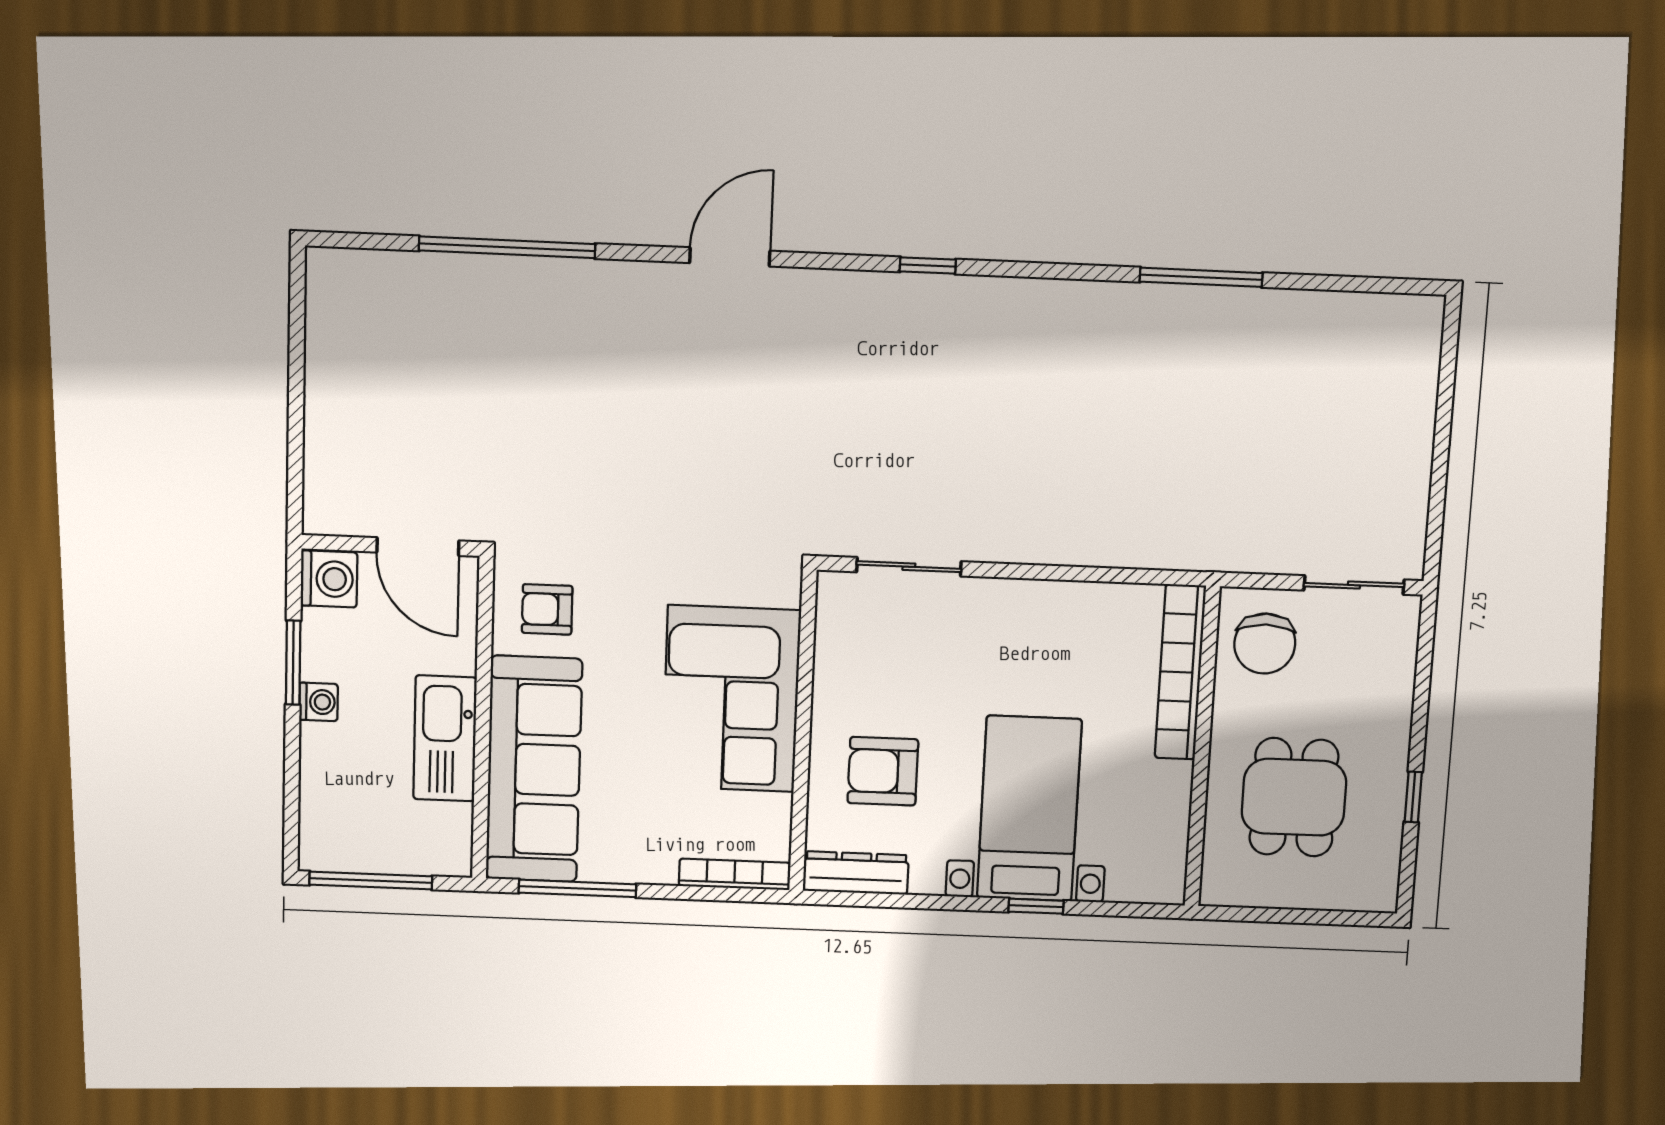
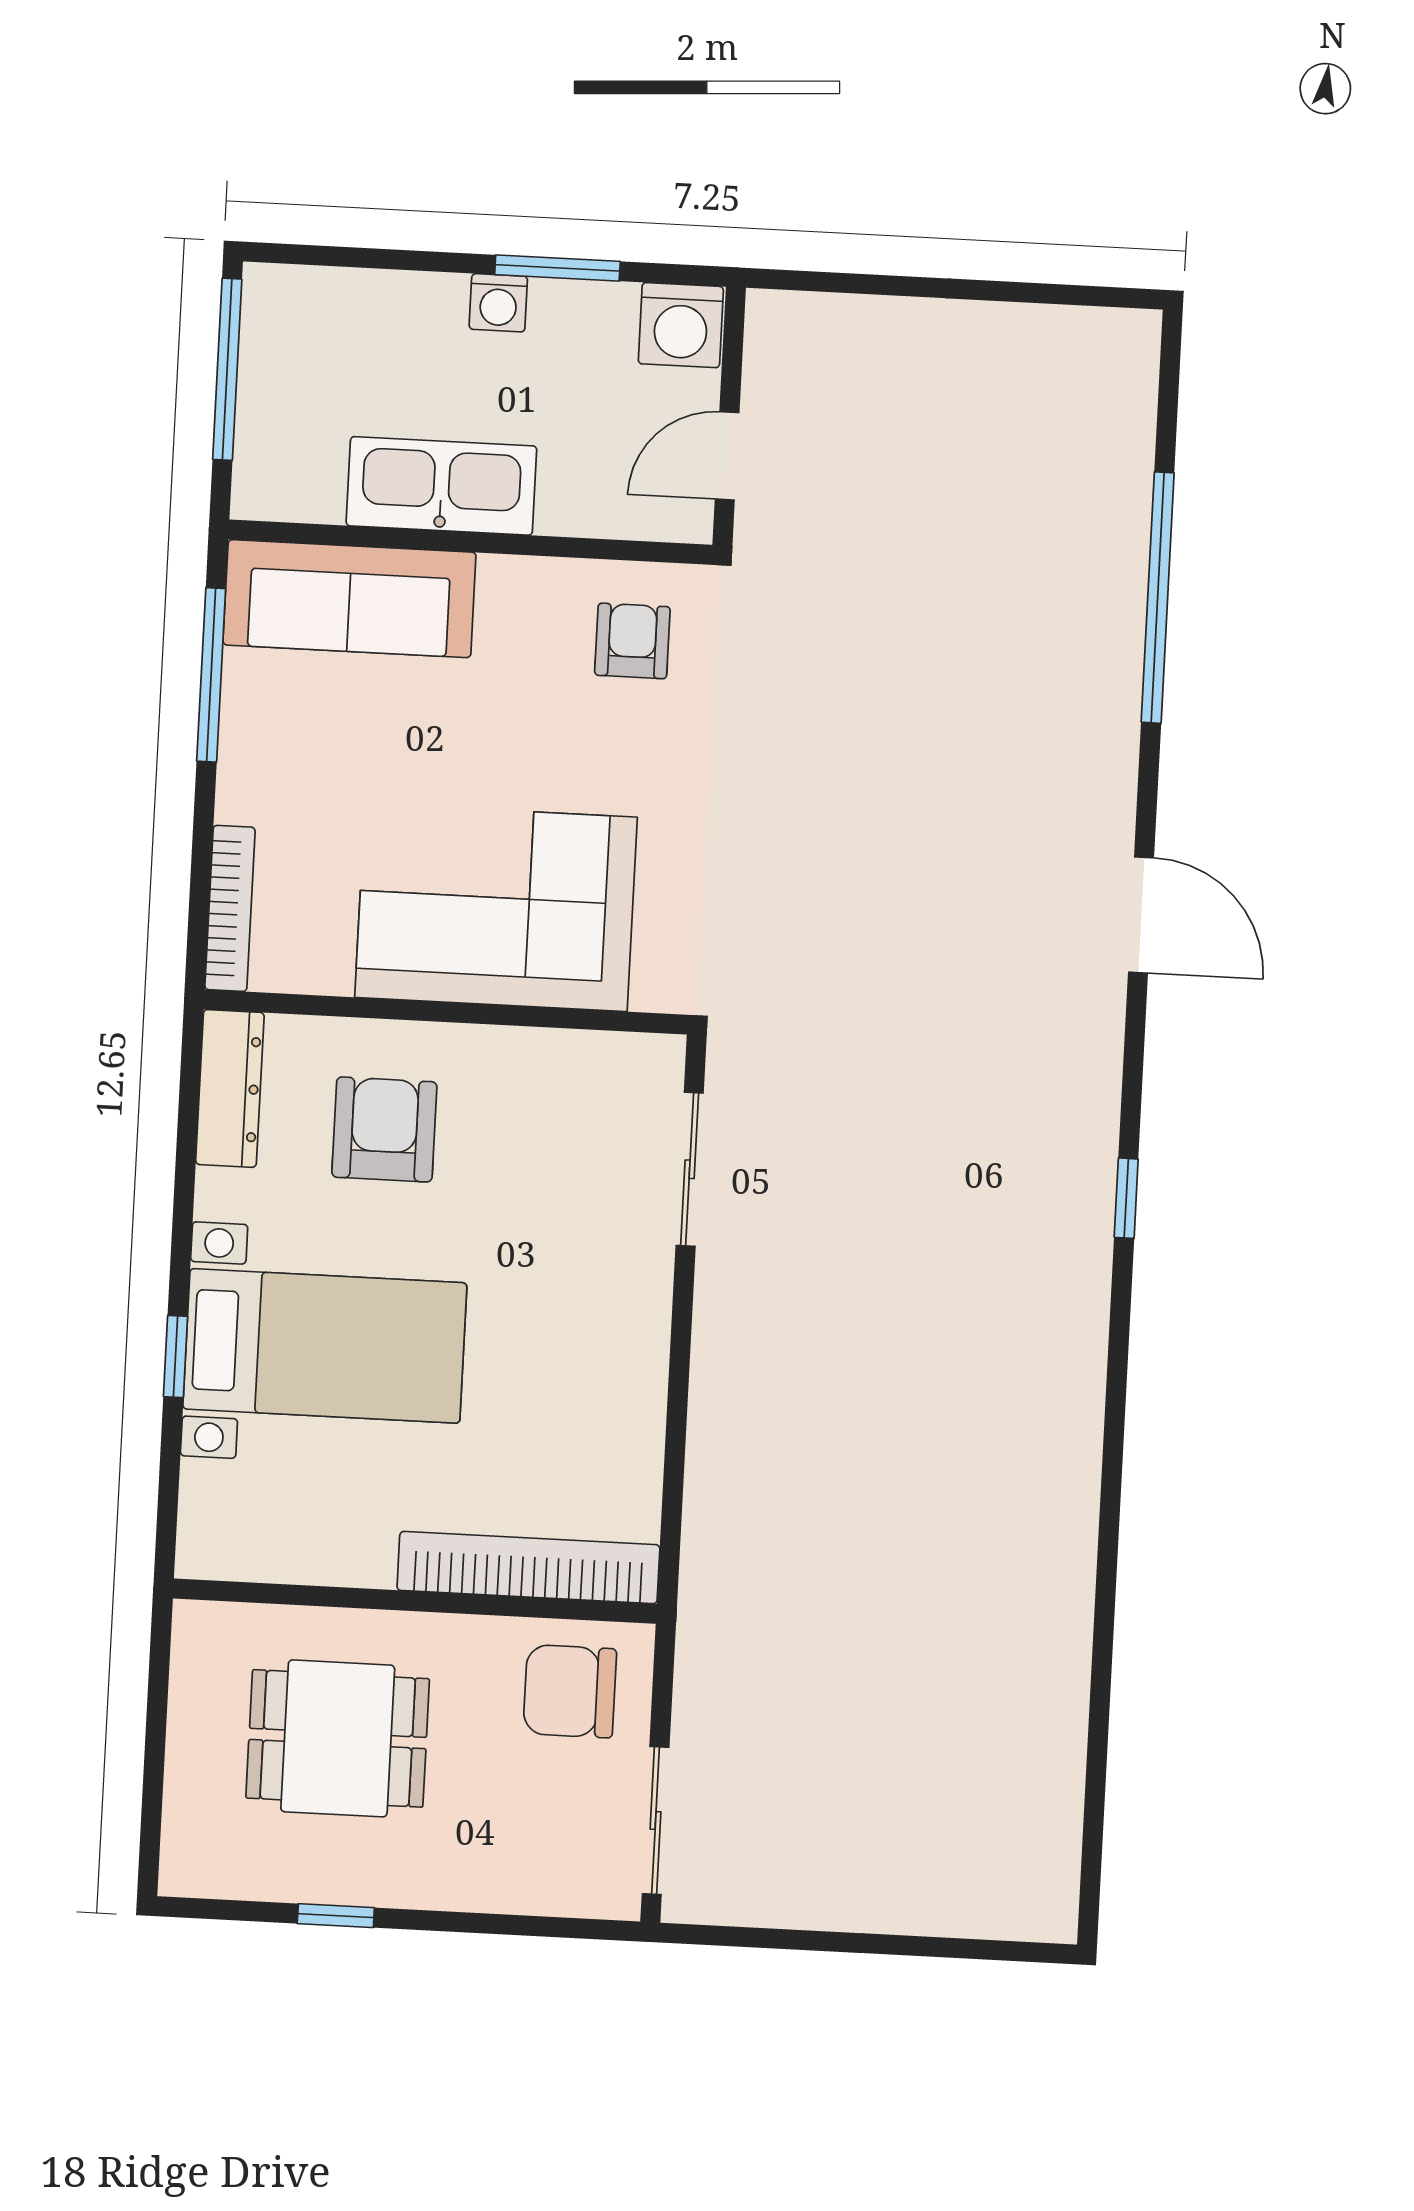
window: (1201, 277) -> (1106, 1590), removed
door: (418, 547) -> (727, 456), width x0.73
sofa: (534, 769) -> (349, 599), width x0.74, depth x0.79

